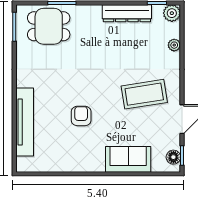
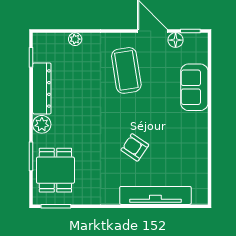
plant: (172, 13) -> (42, 124), moved
armchair: (81, 116) -> (135, 147), moved, turned 34
floor lamp: (173, 157) -> (176, 40), moved

